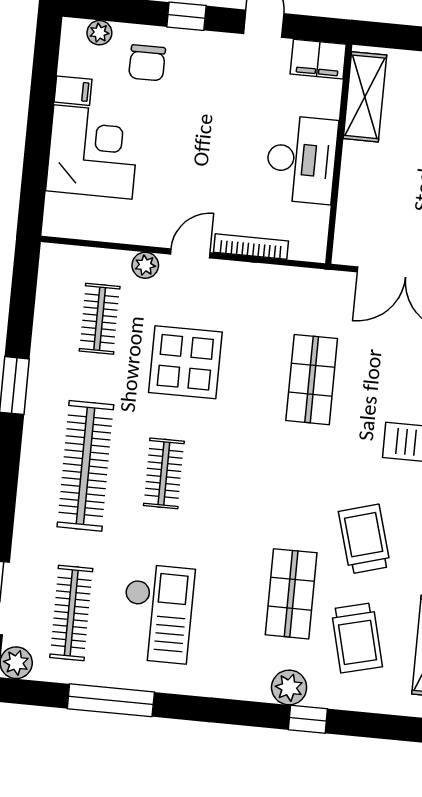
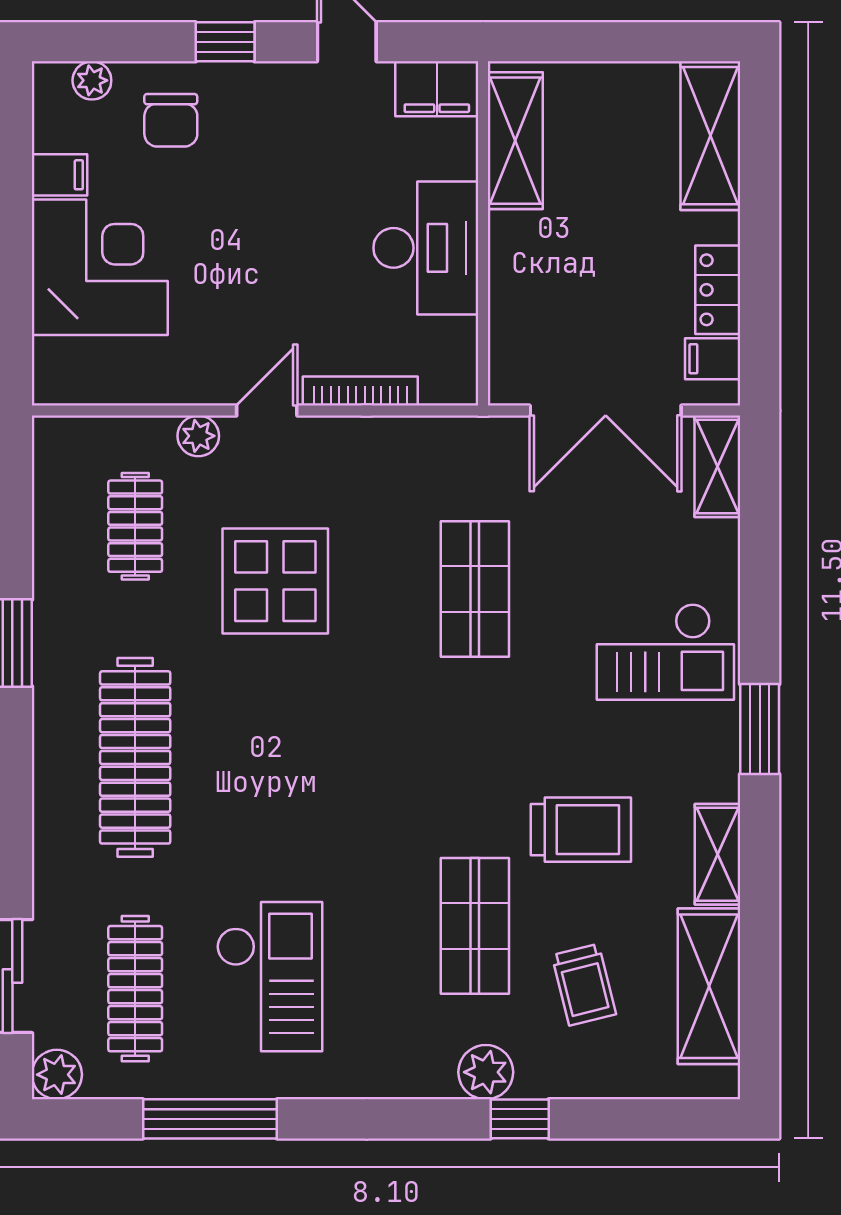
clothes rail: (164, 473) -> (258, 757), removed
trolley: (364, 539) -> (581, 830), turned 106
trolley: (357, 638) -> (584, 985), width x0.73, depth x0.72

